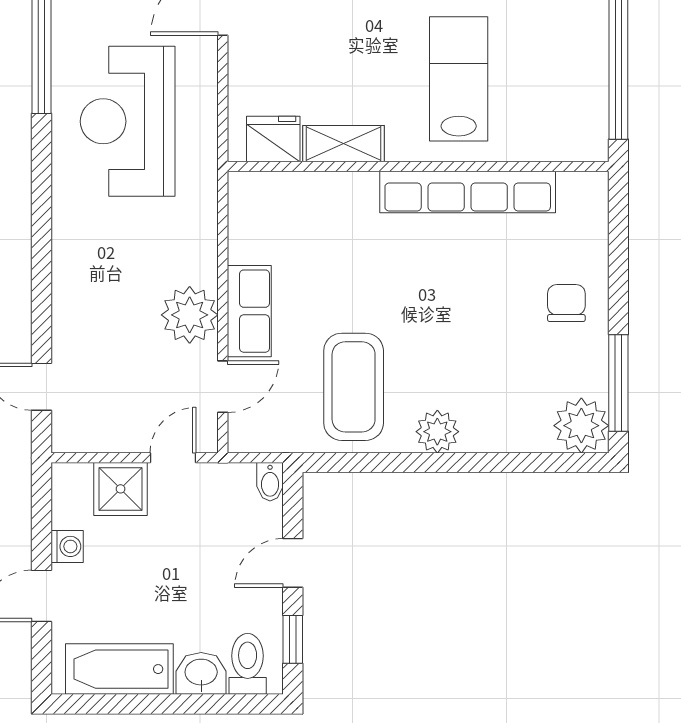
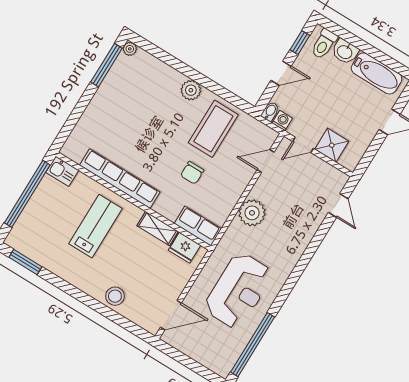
lab bench: (459, 79) -> (95, 226), turned 180
kitchen sink: (580, 141) -> (62, 171), added
chair: (566, 303) -> (192, 173), moved
row of seats: (249, 311) -> (198, 226), moved, turned 90
plant: (190, 315) -> (252, 213), moved
plant: (581, 426) -> (130, 49), width x0.53, depth x0.53
washing machine: (67, 546) -> (282, 121), moved, turned 90

